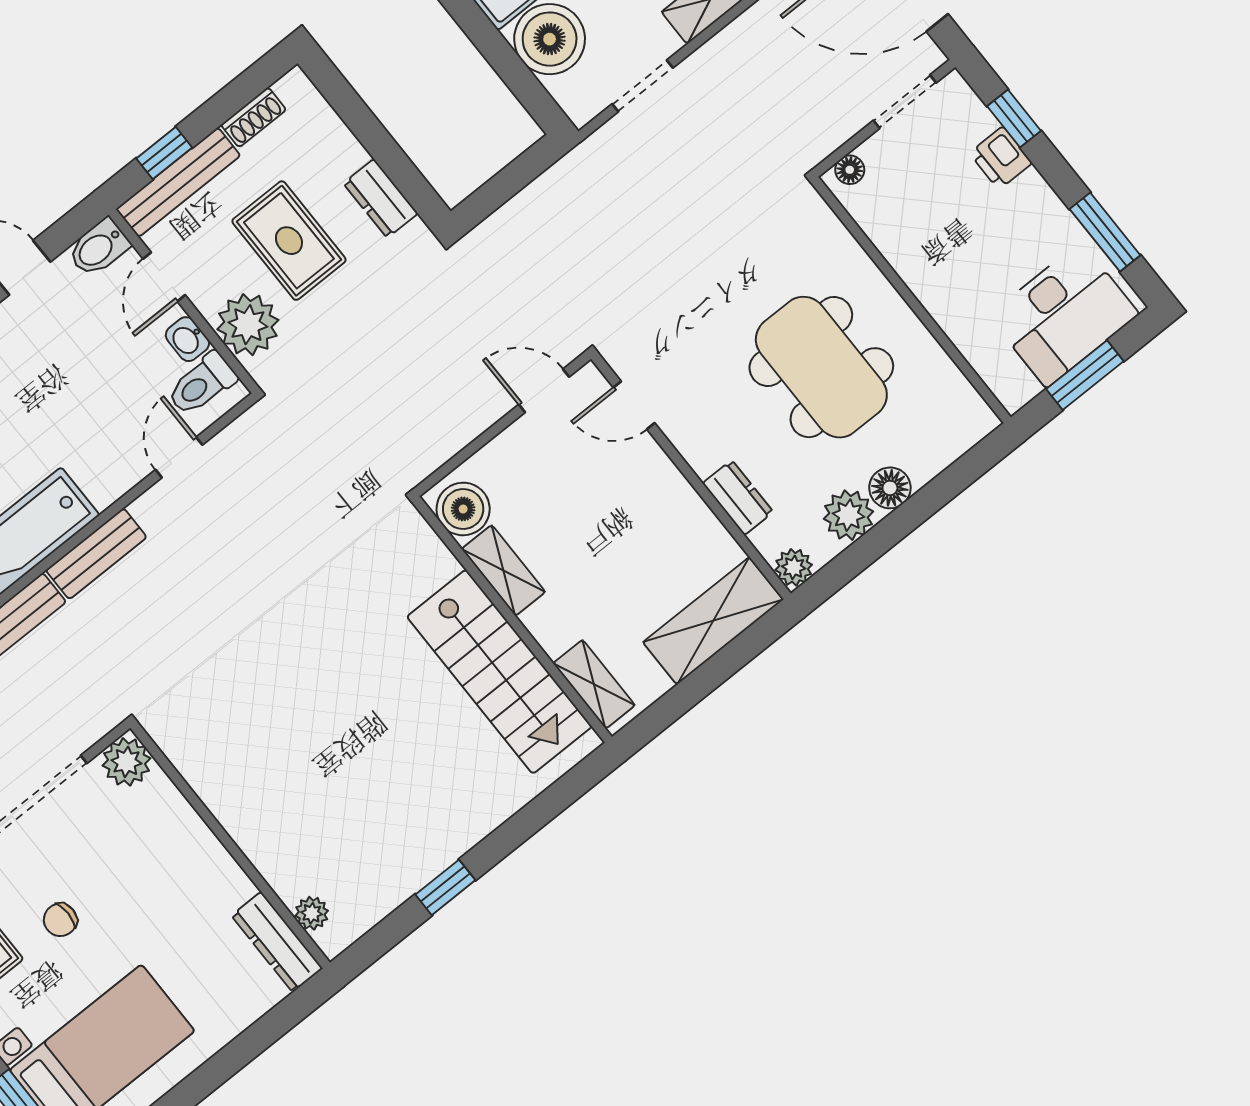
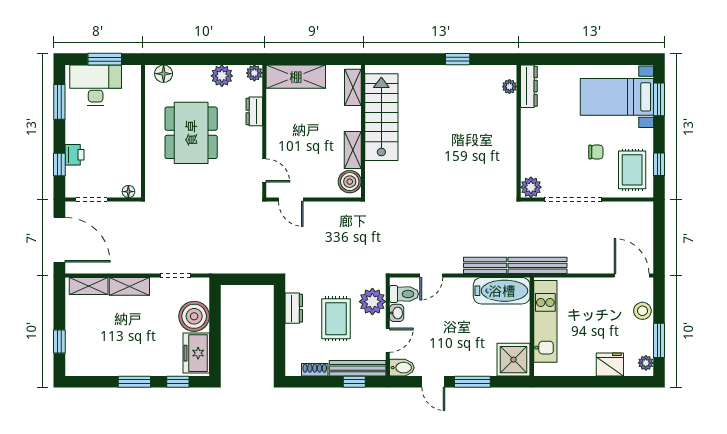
floor lamp: (890, 488) -> (164, 74), moved

